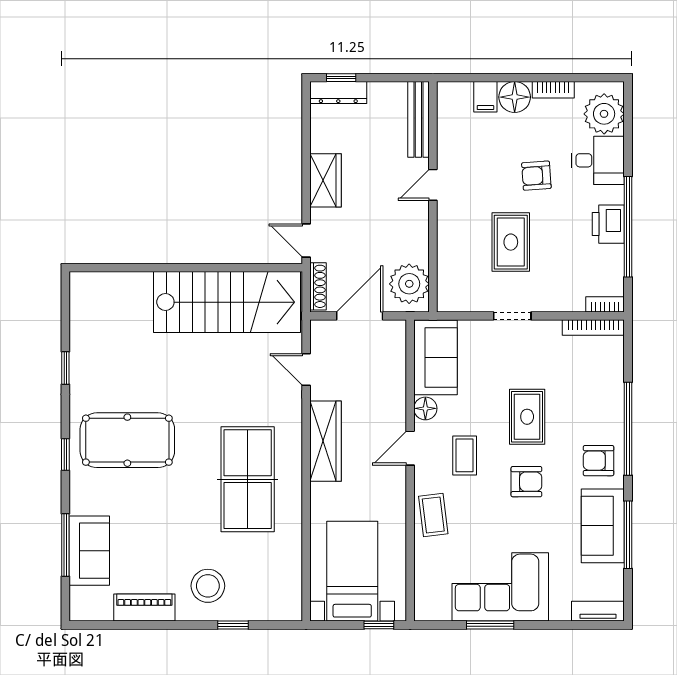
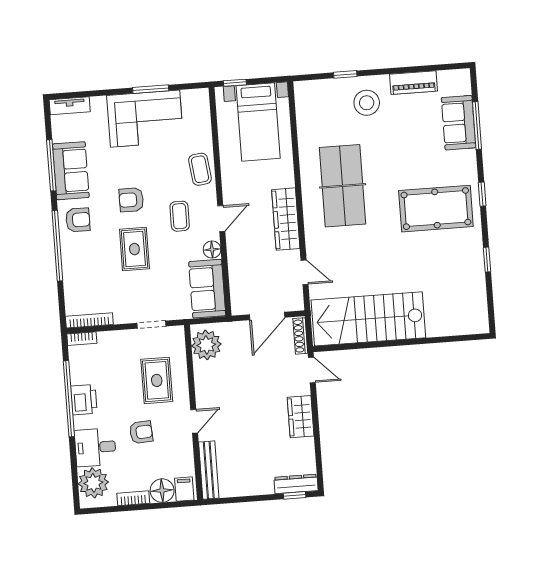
bench: (418, 119) -> (209, 470), moved
door: (433, 185) -> (194, 421), moved
wall: (433, 197) -> (193, 412), moved
plant: (409, 284) -> (206, 345), moved

